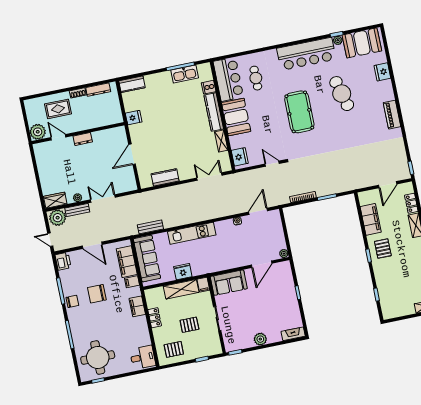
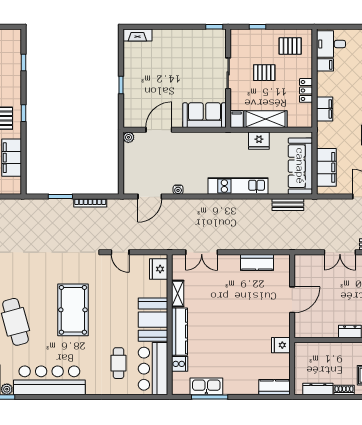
filing cabinet: (132, 282) -> (325, 65), moved
plant: (260, 339) -> (180, 37), removed

